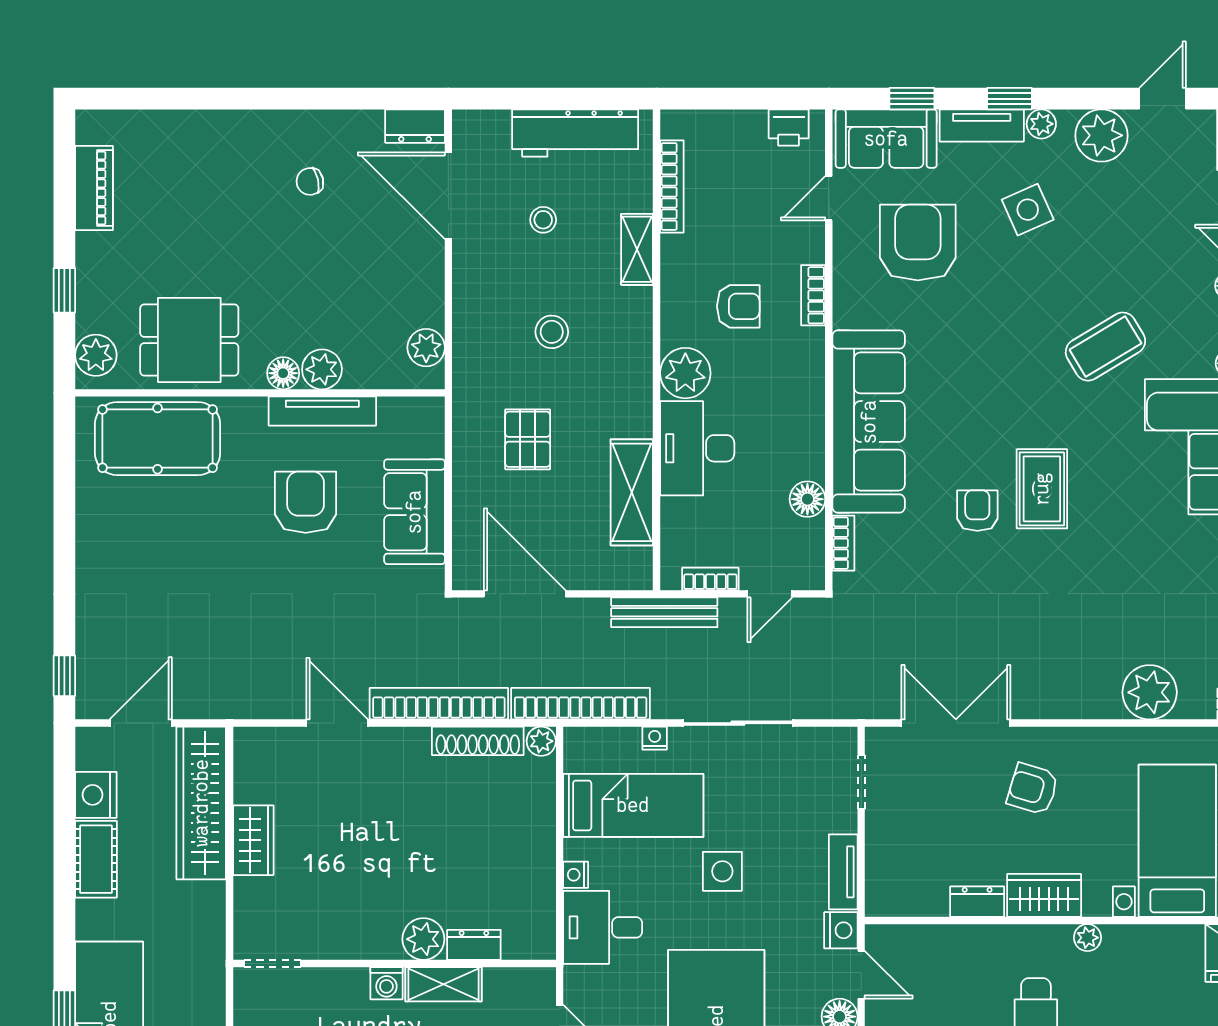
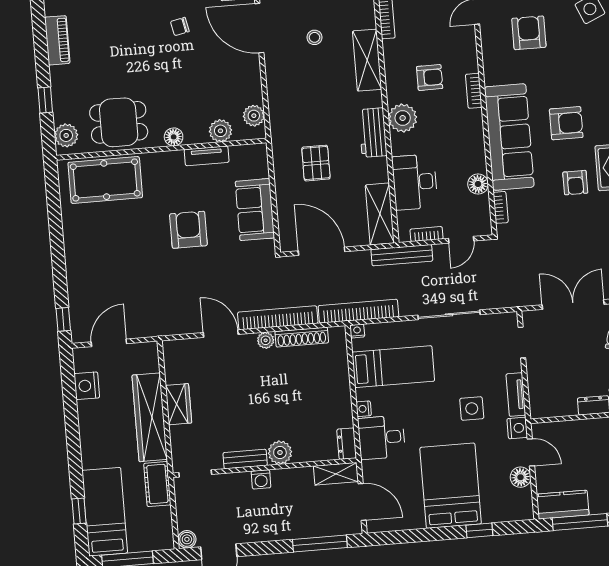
armchair: (918, 243) -> (529, 33), width x0.73, depth x0.73
shelving: (637, 249) -> (367, 60), width x1.50, depth x1.33
bookcase: (813, 295) -> (474, 91), moved
stool: (552, 332) -> (325, 101), removed
plant: (322, 369) -> (220, 131), moved
workbench: (631, 394) -> (373, 133), added
armchair: (970, 406) -> (566, 123), added
tv unit: (322, 411) -> (207, 156), width x0.71
desk: (697, 448) -> (415, 182), moved
shelving: (632, 492) -> (380, 214), moved
armchair: (306, 502) -> (188, 230), moved
armchair: (977, 511) -> (575, 183), turned 180
nightstand: (655, 738) -> (357, 331), moved
plant: (541, 741) -> (266, 340), moved
wardrobe: (201, 803) -> (150, 417), moved
cot: (96, 859) -> (157, 484), moved
side table: (722, 871) -> (472, 408), moved
bench: (362, 945) -> (245, 459), added
dresser: (474, 945) -> (347, 444), moved, turned -90
shelving: (444, 984) -> (336, 474), moved

